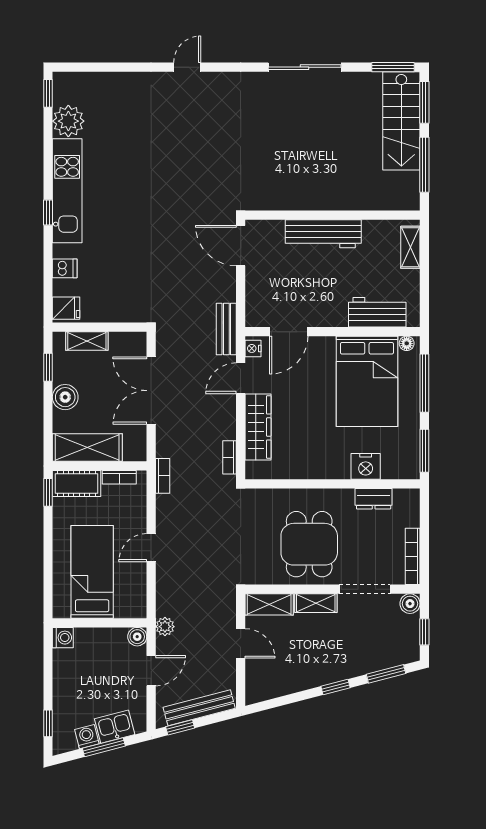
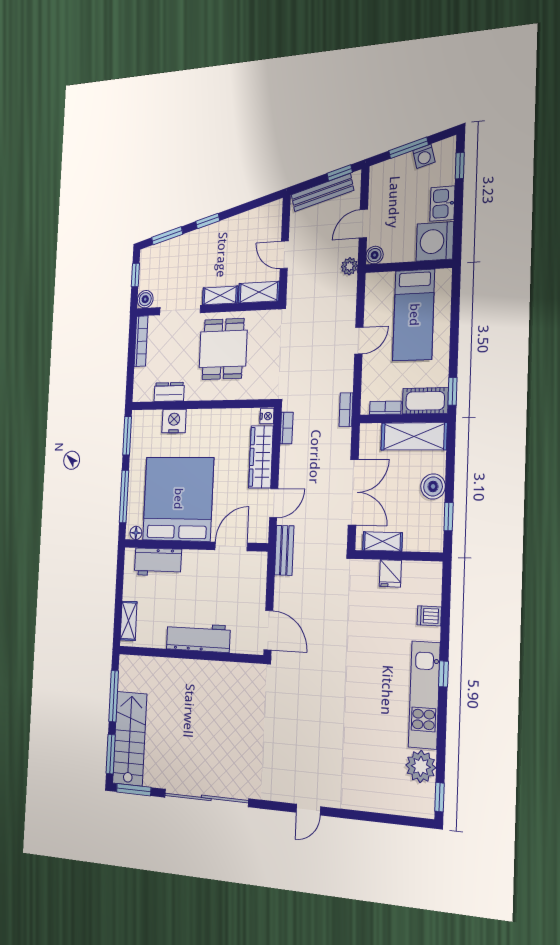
sliding door: (305, 67) -> (206, 798), width x1.36
fridge: (66, 308) -> (390, 573), moved, turned -90
shelving: (87, 341) -> (382, 541), moved
nightstand: (253, 348) -> (267, 416), moved
bed: (367, 381) -> (178, 499), width x1.36
washing machine: (63, 638) -> (435, 241), width x1.89, depth x1.89
kitchen sink: (115, 727) -> (442, 204), moved, turned 105

